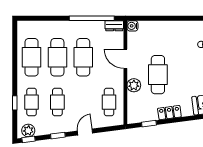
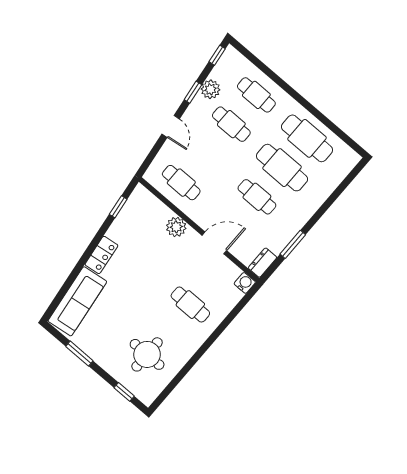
window: (92, 18) -> (293, 244), width x0.47
cafe table: (83, 57) -> (257, 197), width x0.73, depth x0.74
cafe table: (158, 75) -> (190, 305), moved, width x0.73, depth x0.74
window: (15, 103) -> (272, 75), removed
locker: (169, 113) -> (101, 255), moved
plant: (28, 131) -> (210, 89), moved

